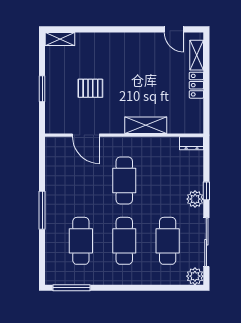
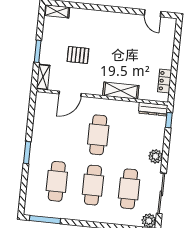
shelving: (197, 55) -> (43, 77), moved
locker: (196, 85) -> (165, 81), moved
door: (86, 135) -> (70, 94), hinge flipped
dresser: (192, 143) -> (153, 109), width x1.44
window: (206, 191) -> (169, 120), moved
window: (42, 210) -> (27, 153), width x0.69

